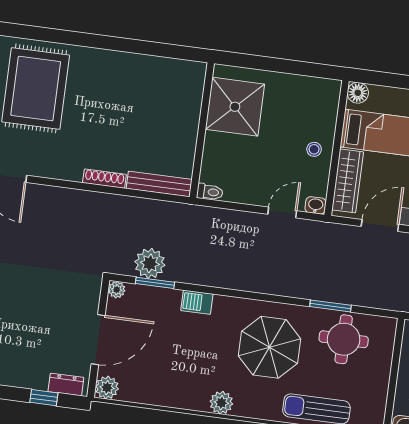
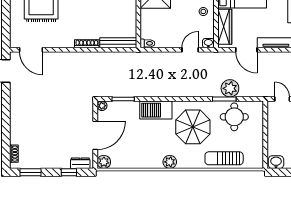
door: (380, 225) -> (246, 50), swing flipped
plant: (150, 263) -> (230, 88), moved
barbecue: (197, 302) -> (156, 110), width x1.88, depth x1.53

